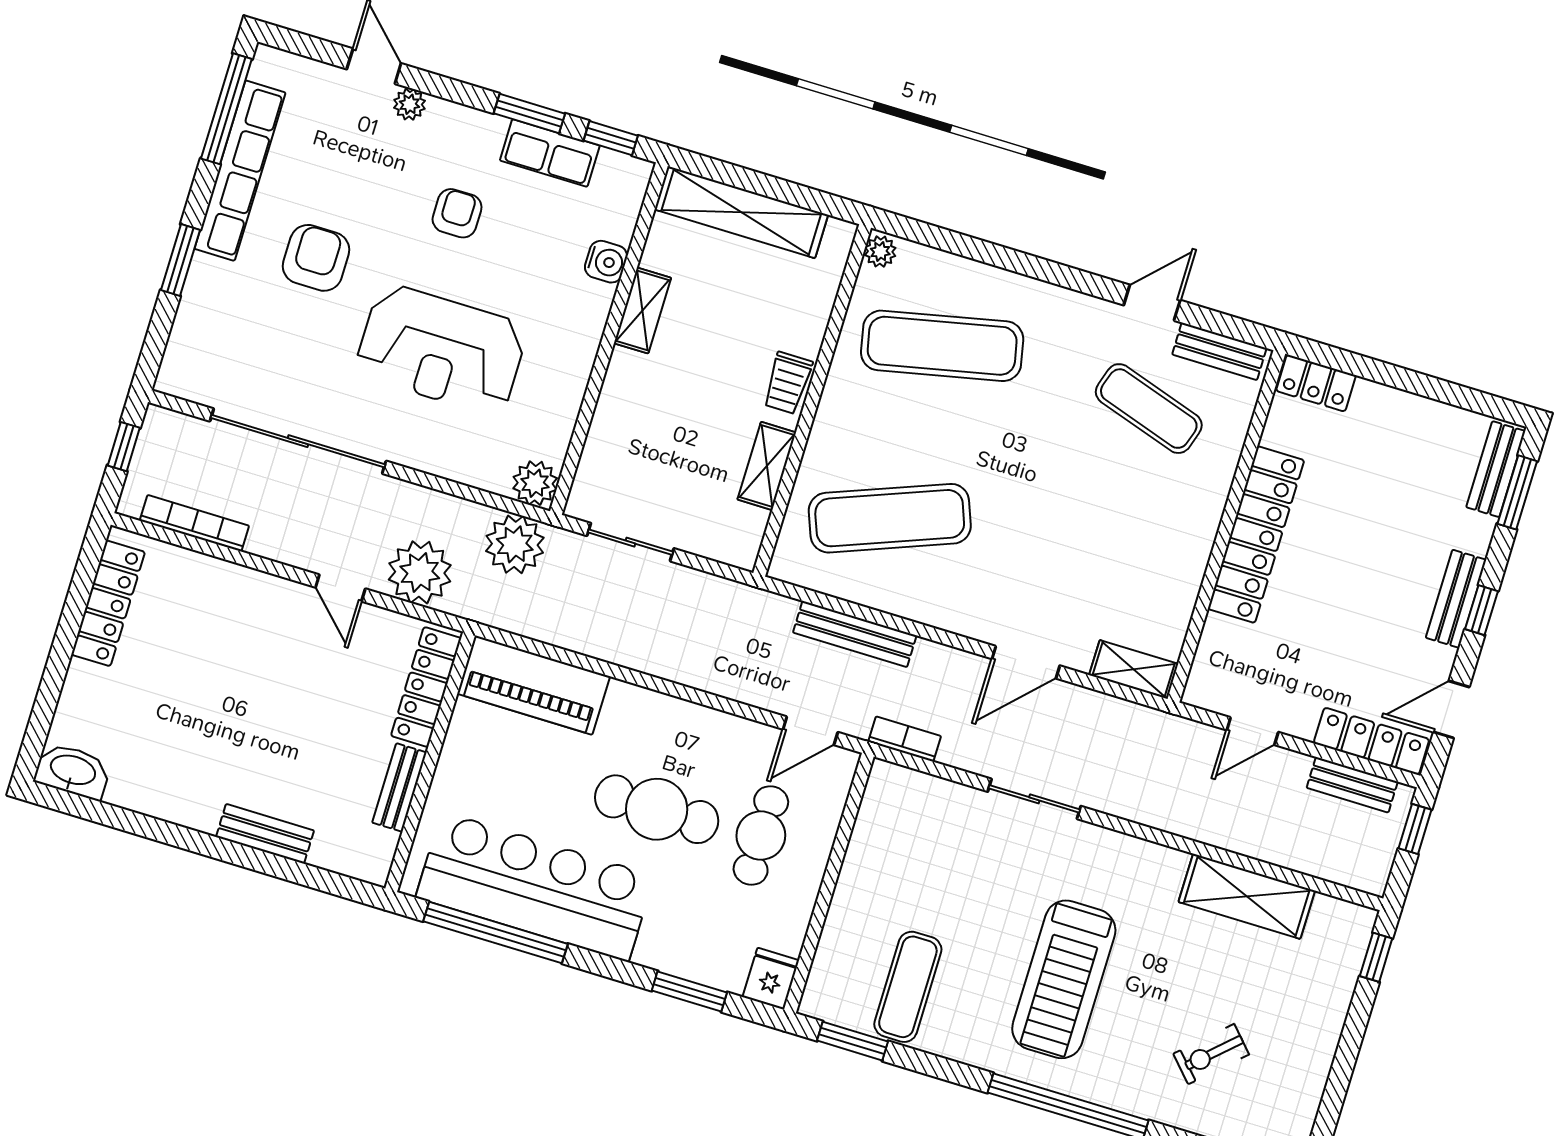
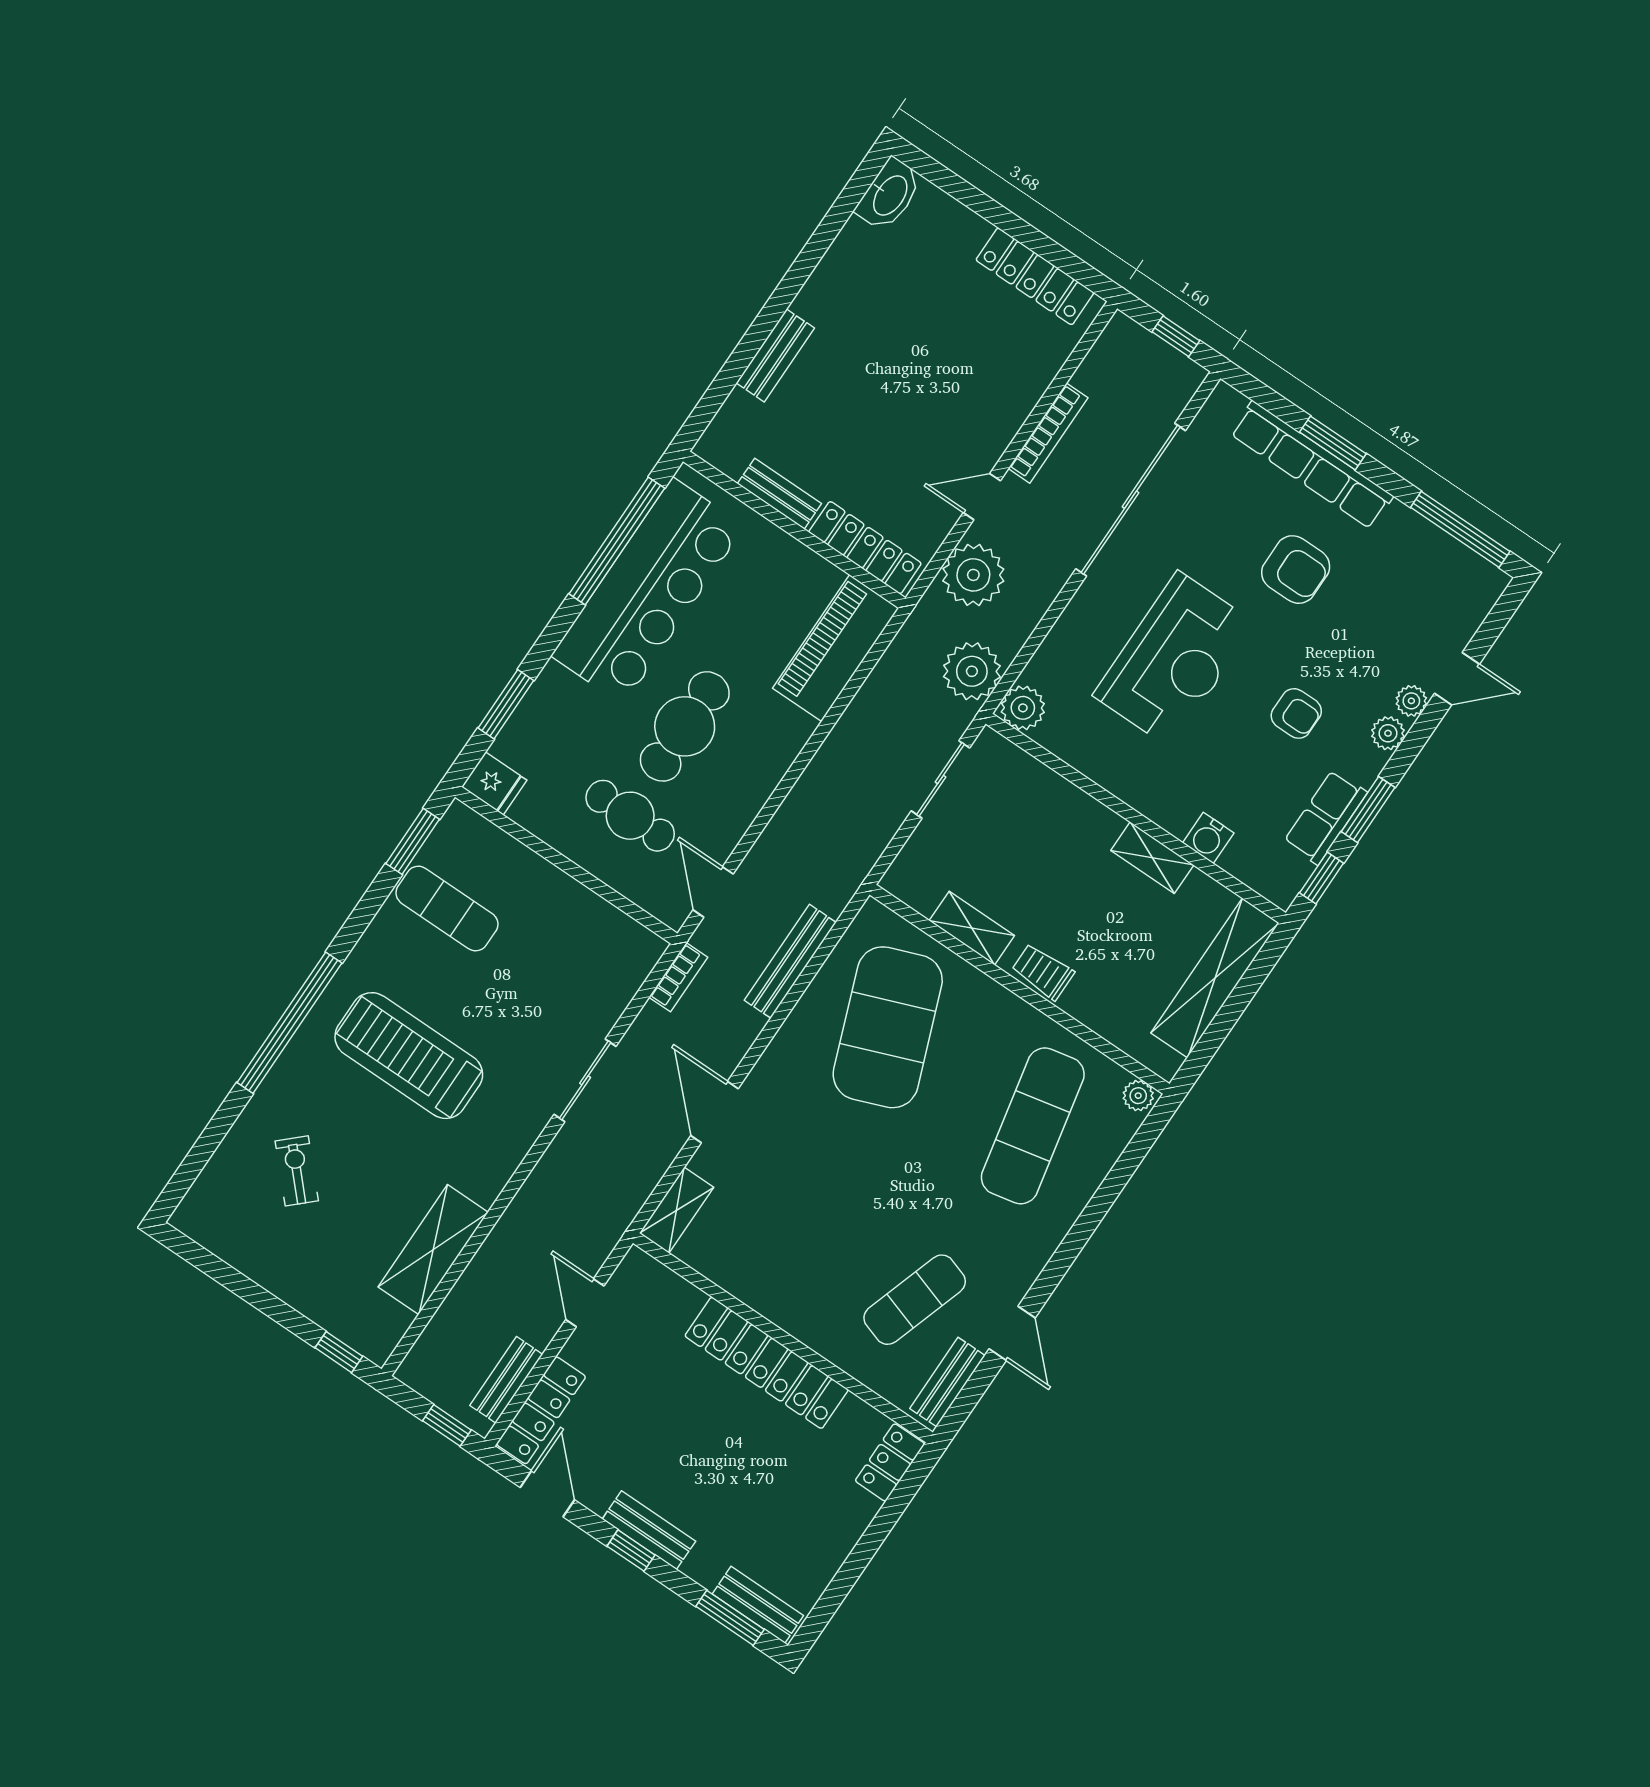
plant: (448, 117) -> (1388, 733), added
row of seats: (240, 171) -> (1312, 465), moved
reception desk: (441, 350) -> (1174, 659), turned 180
exercise mat: (890, 518) -> (888, 1027), width x1.47
bookcase: (194, 523) -> (1048, 433), moved

